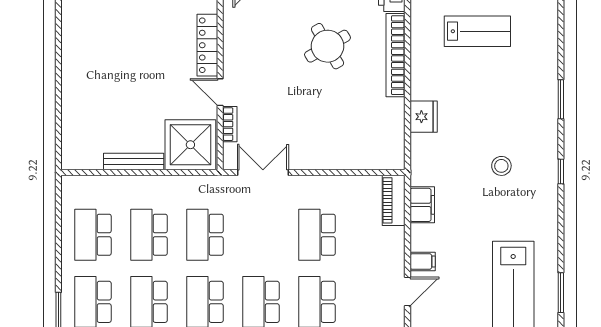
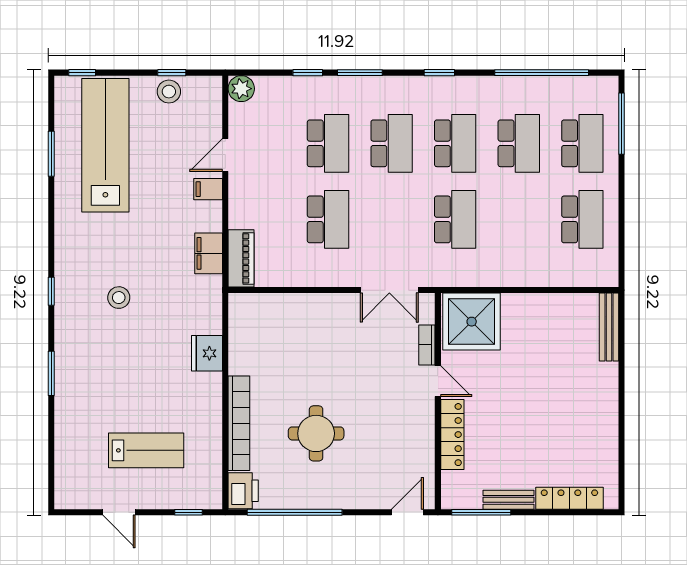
lab bench: (477, 31) -> (146, 450), turned 180
round table: (328, 46) -> (316, 433), turned 30
bench: (134, 162) -> (609, 327), moved, turned 90
school desk: (149, 235) -> (519, 219), removed

